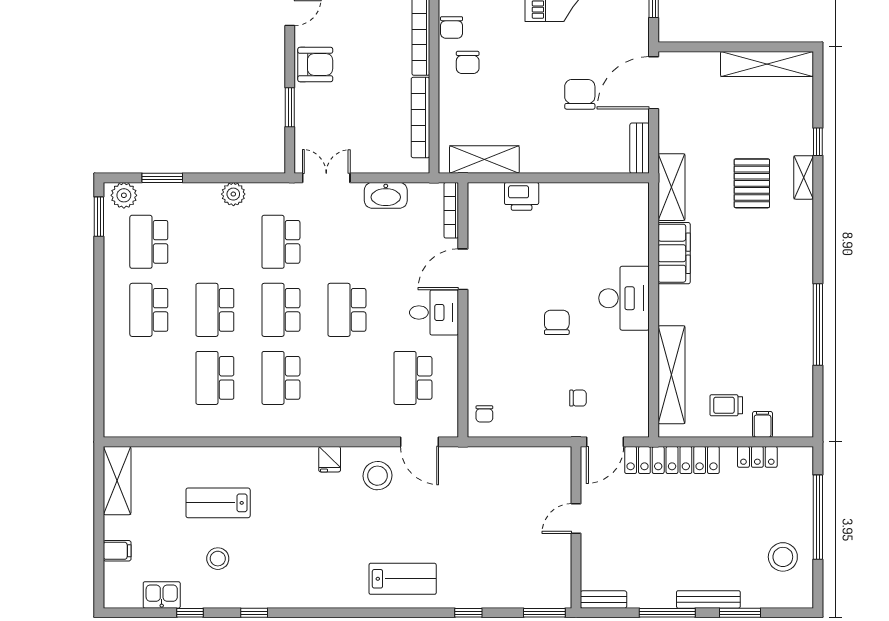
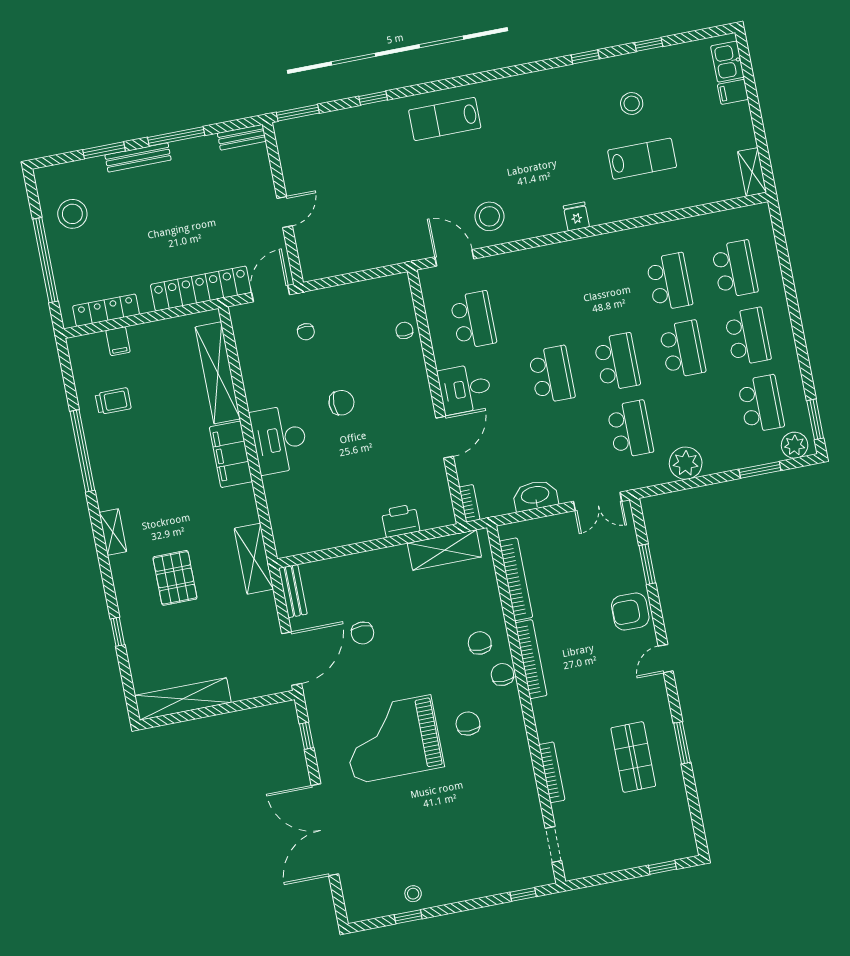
chair: (580, 94) -> (362, 633), width x0.73, depth x0.73
shelving: (804, 177) -> (113, 532), moved
plant: (233, 194) -> (686, 463), width x1.36, depth x1.36
bookcase: (451, 210) -> (469, 503), width x0.64
filing cabinet: (674, 253) -> (231, 454), moved
chair: (557, 322) -> (341, 403), turned -90
school desk: (281, 378) -> (735, 269), moved
chair: (578, 398) -> (306, 332), turned -90
trolley: (726, 405) -> (113, 401), moved
chair: (484, 414) -> (404, 330), moved
locker: (757, 457) -> (106, 310), width x1.53
fridge: (330, 459) -> (576, 216), moved
shelving: (117, 481) -> (752, 172), width x0.67, depth x0.75
kitchen sink: (162, 595) -> (727, 62), moved, turned 90

